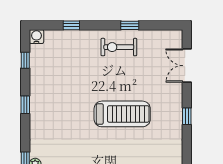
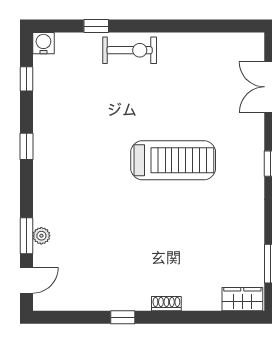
window: (130, 25) -> (185, 26), removed
exercise bike: (119, 47) -> (130, 50), moved, turned 180

